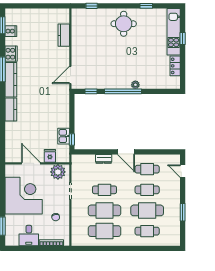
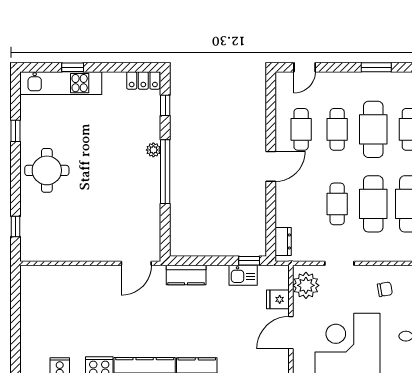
kitchen counter: (64, 35) -> (186, 275), moved
locker: (175, 66) -> (143, 80), moved
door: (70, 75) -> (136, 263), hinge flipped
window: (91, 91) -> (165, 105), moved
dresser: (104, 159) -> (283, 241), moved

